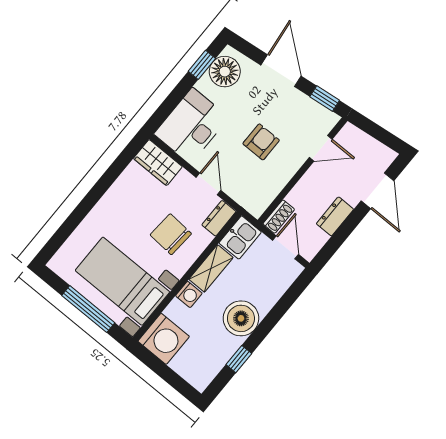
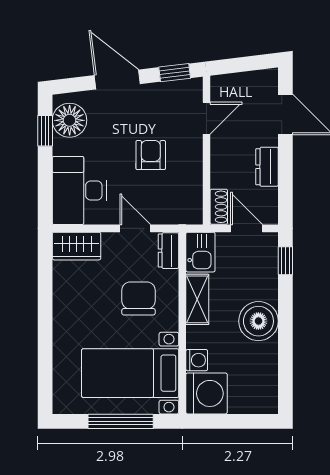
chair: (171, 234) -> (139, 298), turned 86
washing machine: (189, 294) -> (197, 360), moved
window: (239, 359) -> (285, 261), moved

